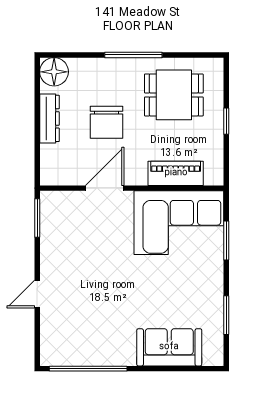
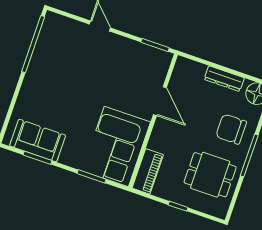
dining table: (174, 95) -> (210, 175), turned 90
chair: (107, 122) -> (231, 129), moved
piano: (176, 173) -> (148, 171), moved
sofa: (169, 347) -> (38, 141), moved, turned -90

